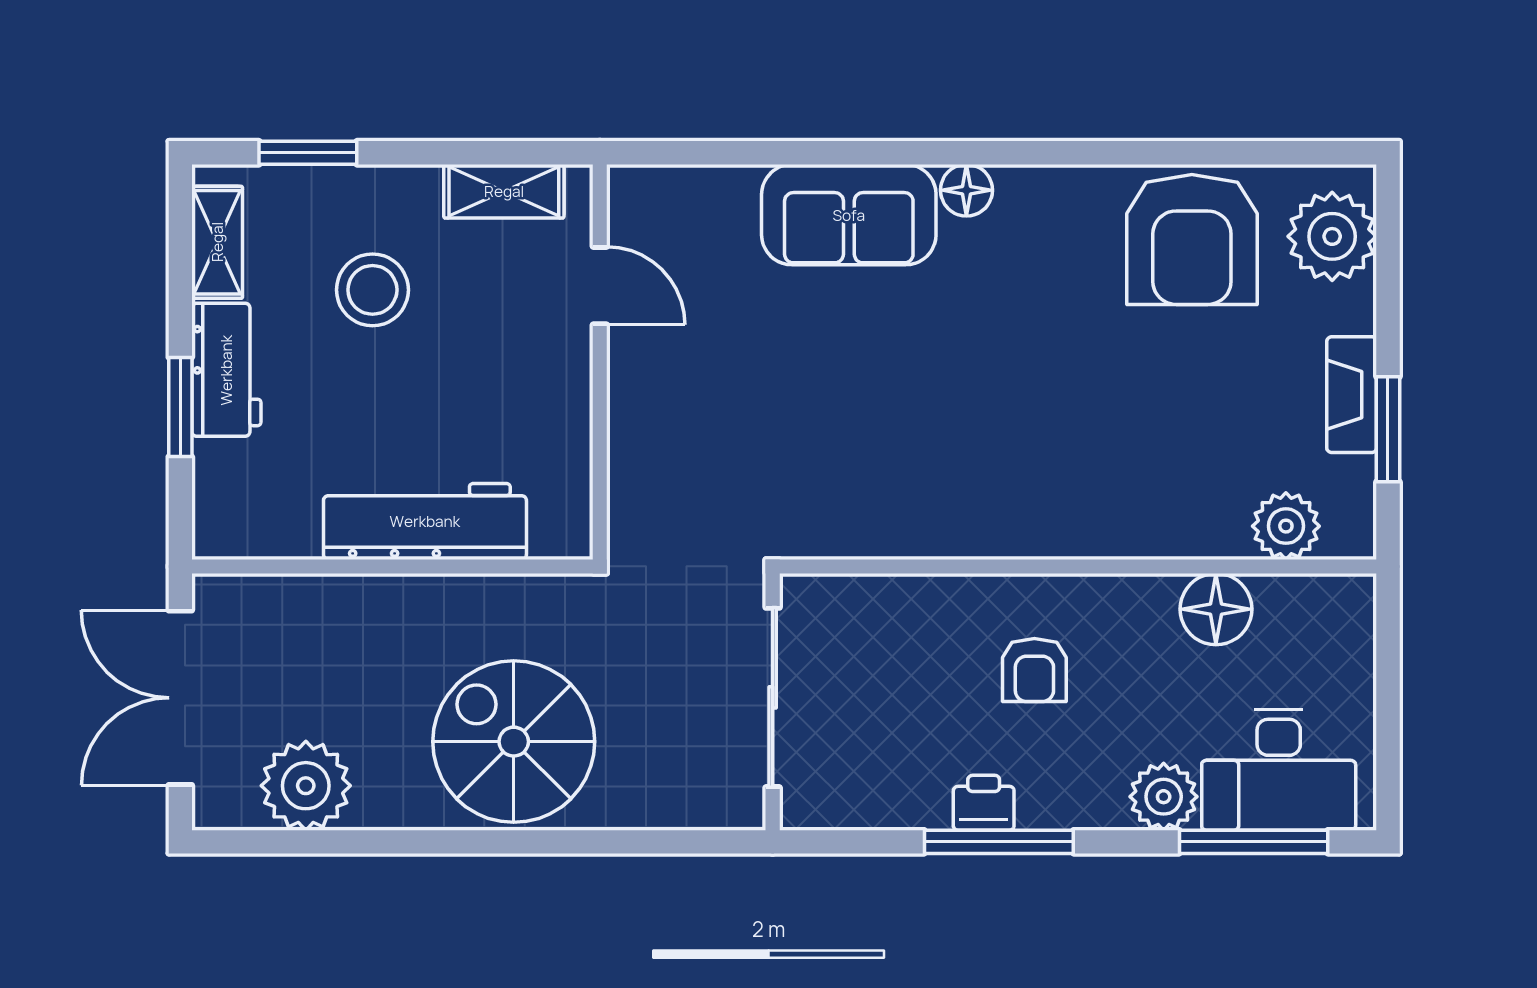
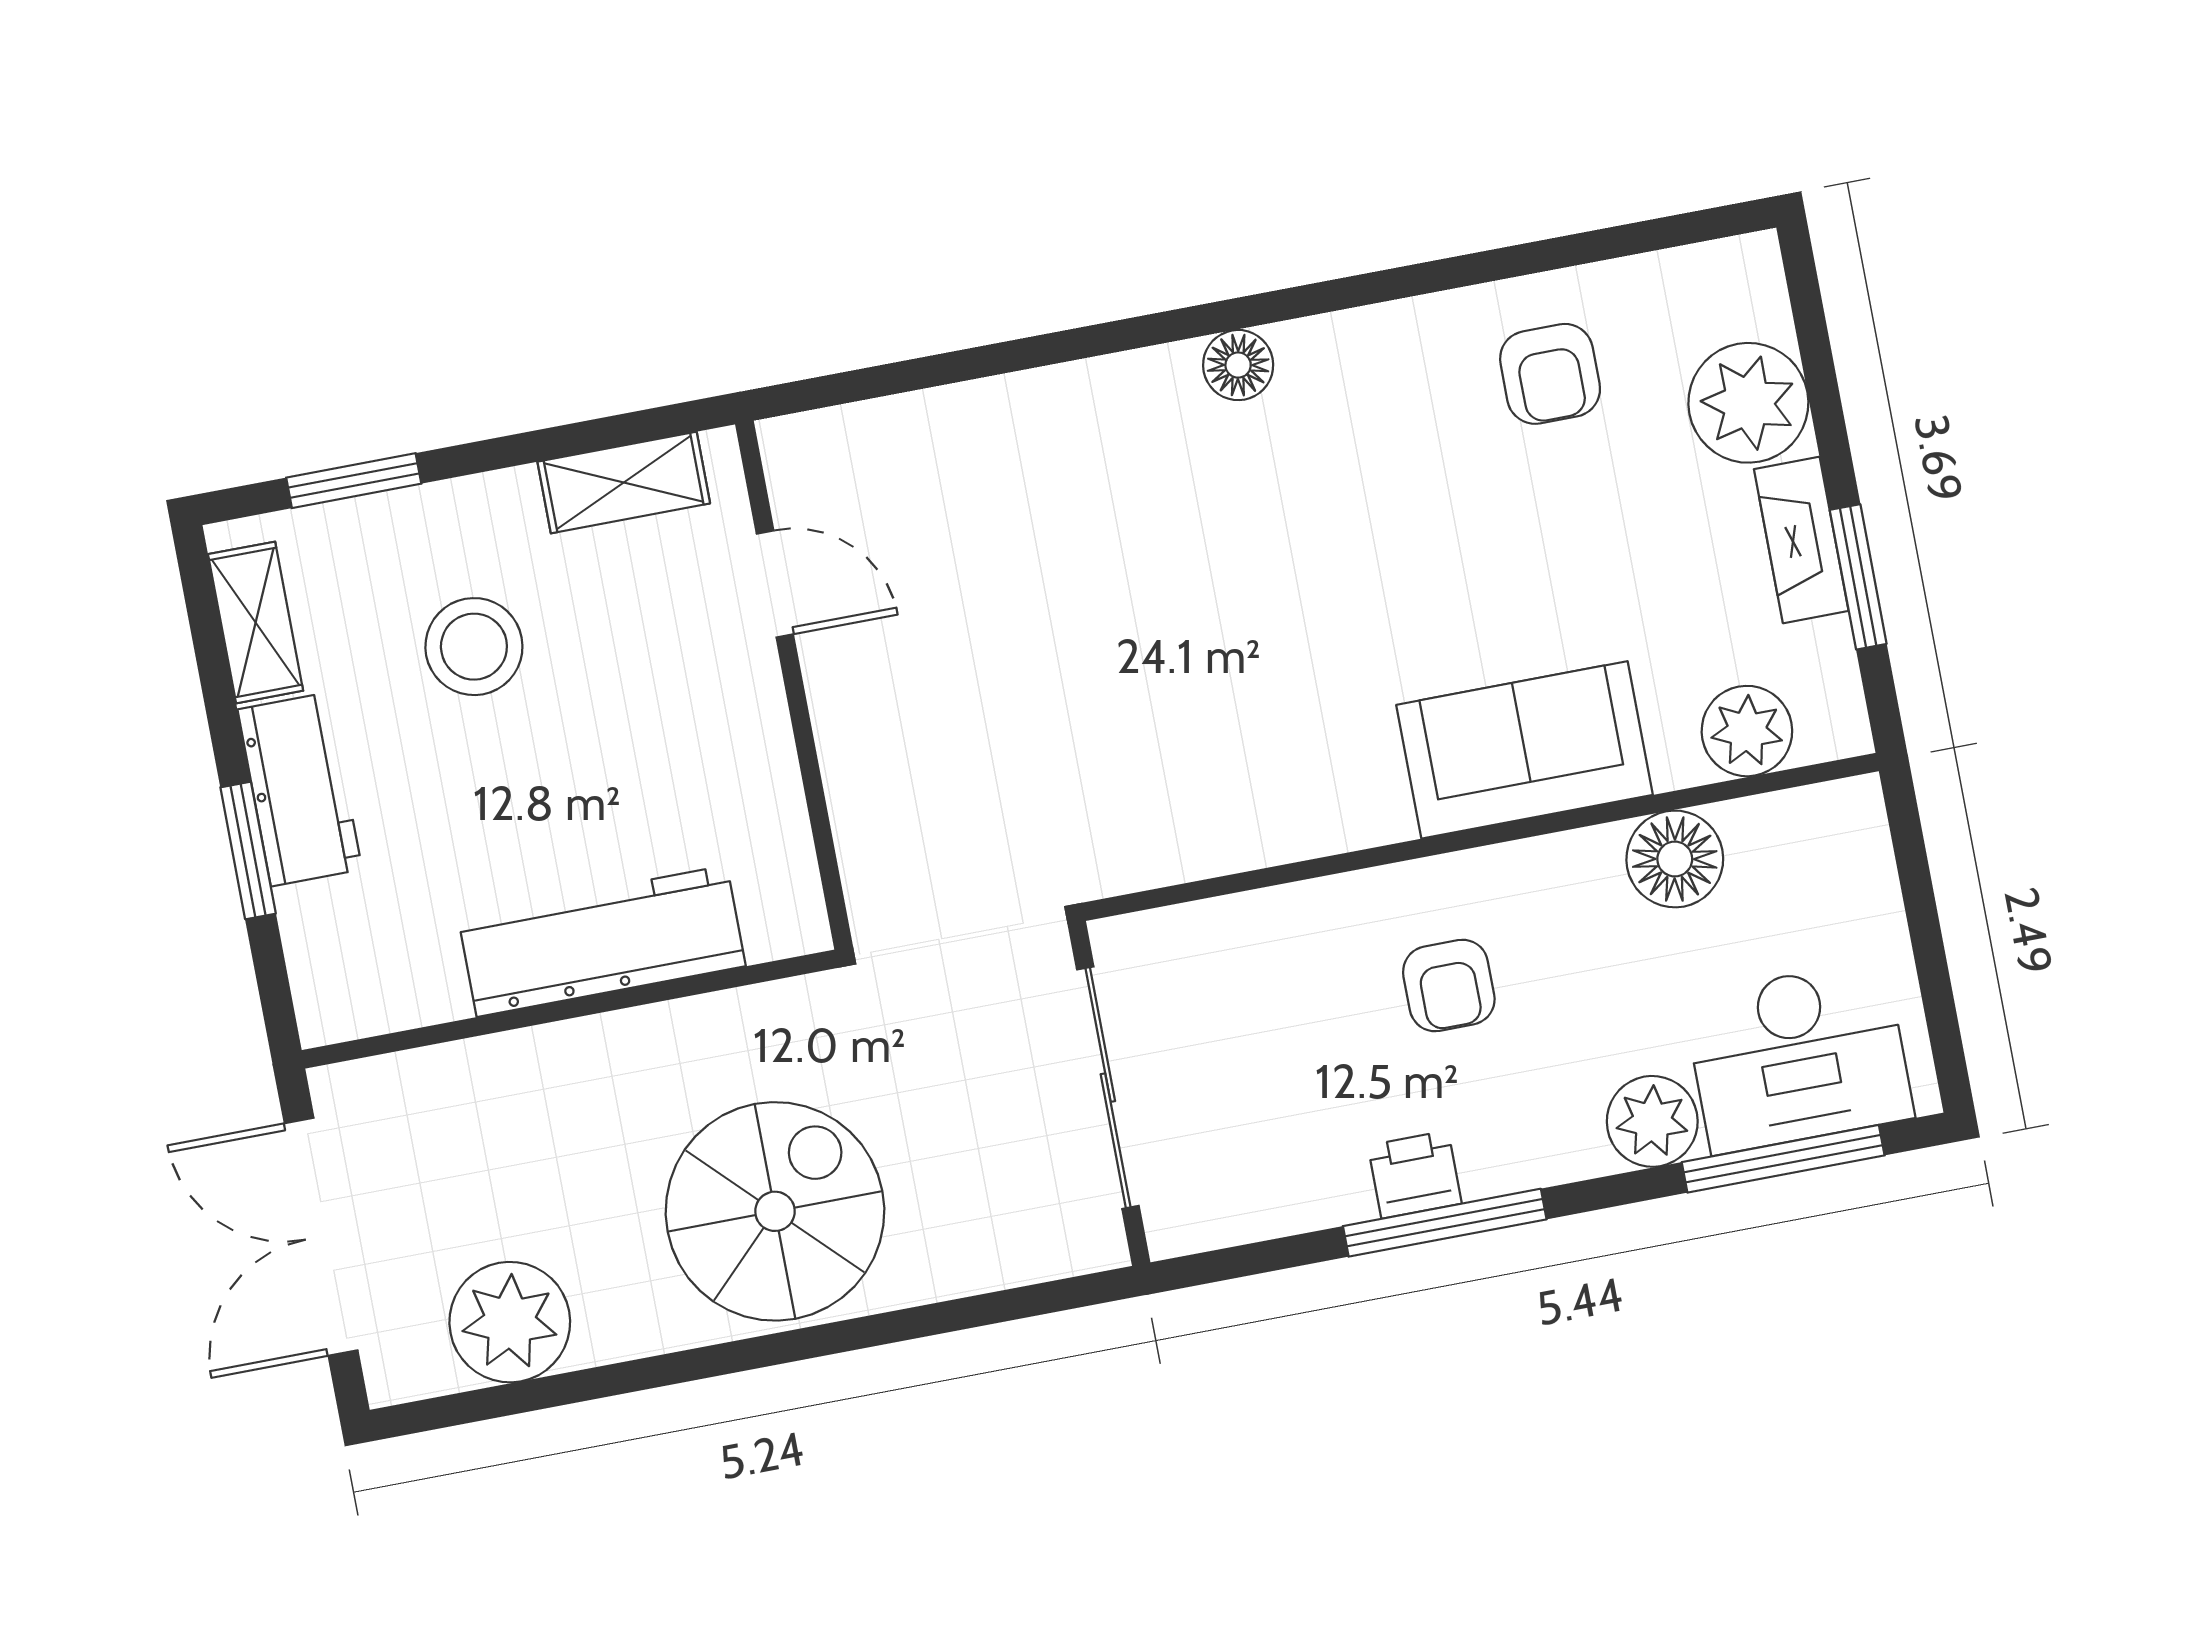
sofa: (849, 215) -> (1525, 750), moved, turned 180
plant: (1332, 236) -> (1748, 403), moved
armchair: (1192, 239) -> (1550, 374), width x0.53, depth x0.53
spiral stairs: (514, 742) -> (775, 1211), turned 90

